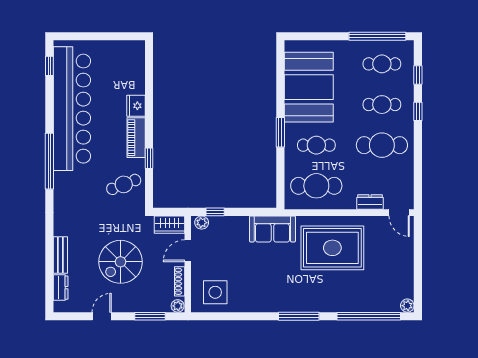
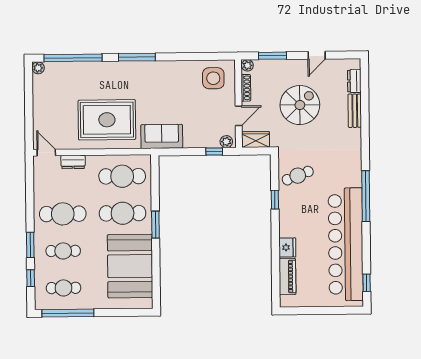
window: (418, 111) -> (30, 245), width x1.50
piano: (136, 138) -> (287, 277), moved
cafe table: (316, 145) -> (123, 213), width x1.37, depth x1.35

